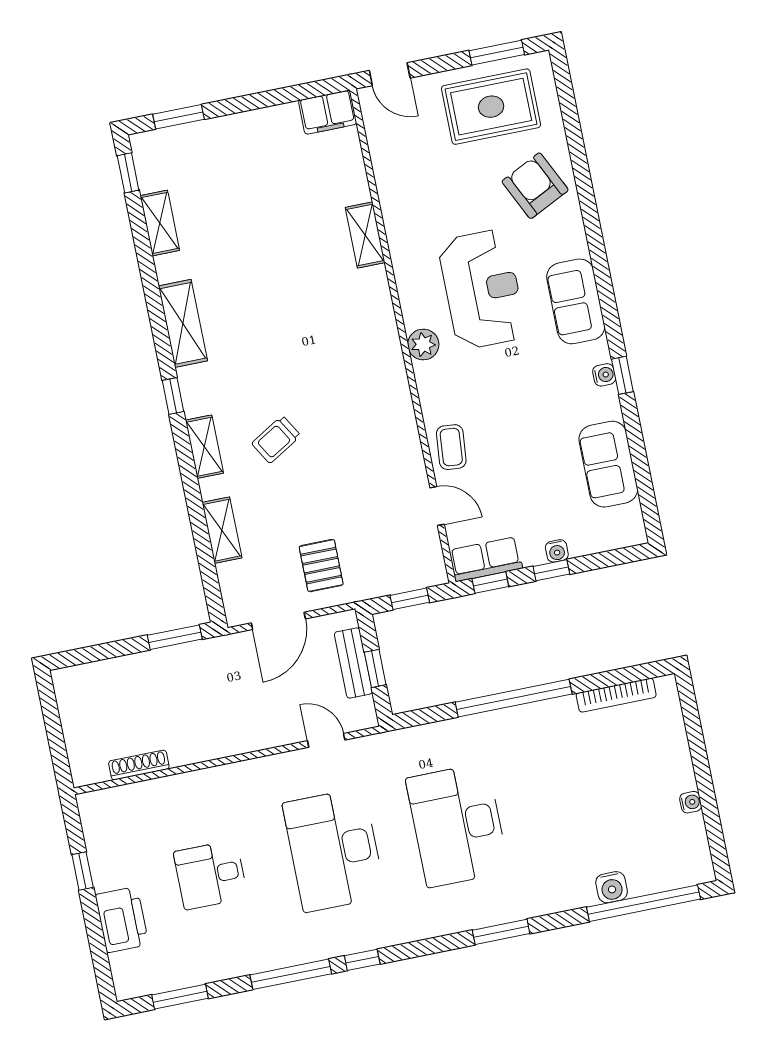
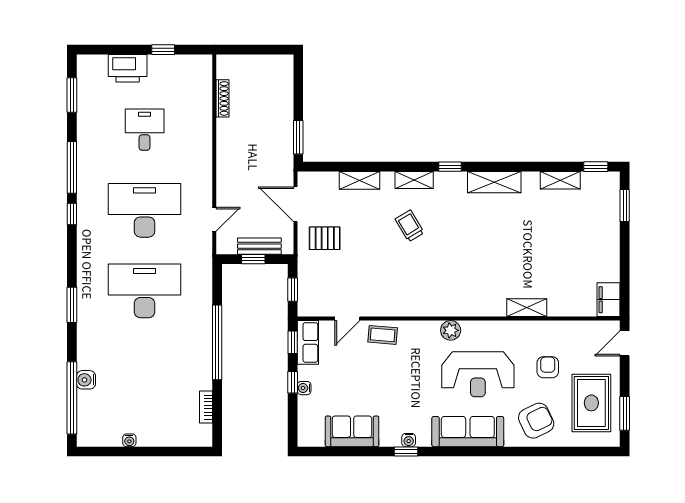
armchair: (450, 184) -> (548, 367), added
sofa: (576, 301) -> (468, 432), width x1.36
bookcase: (616, 695) -> (206, 407), width x0.64

